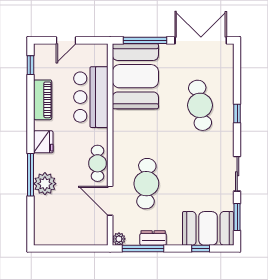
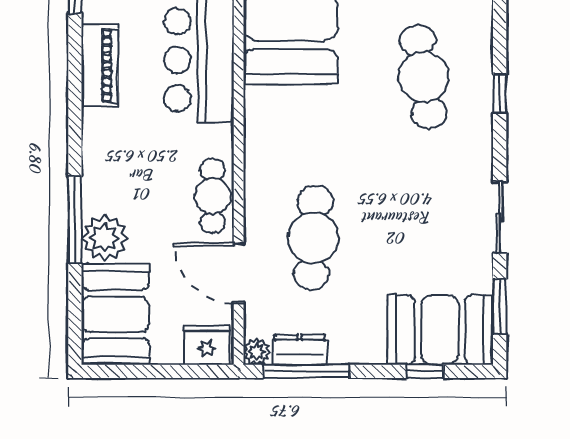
fridge: (43, 142) -> (207, 345), moved, turned -90
booth: (50, 221) -> (115, 314), added
dresser: (153, 238) -> (299, 350), moved

